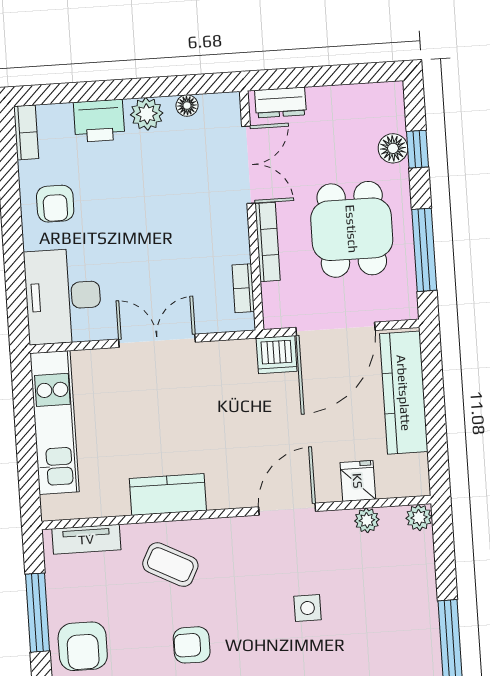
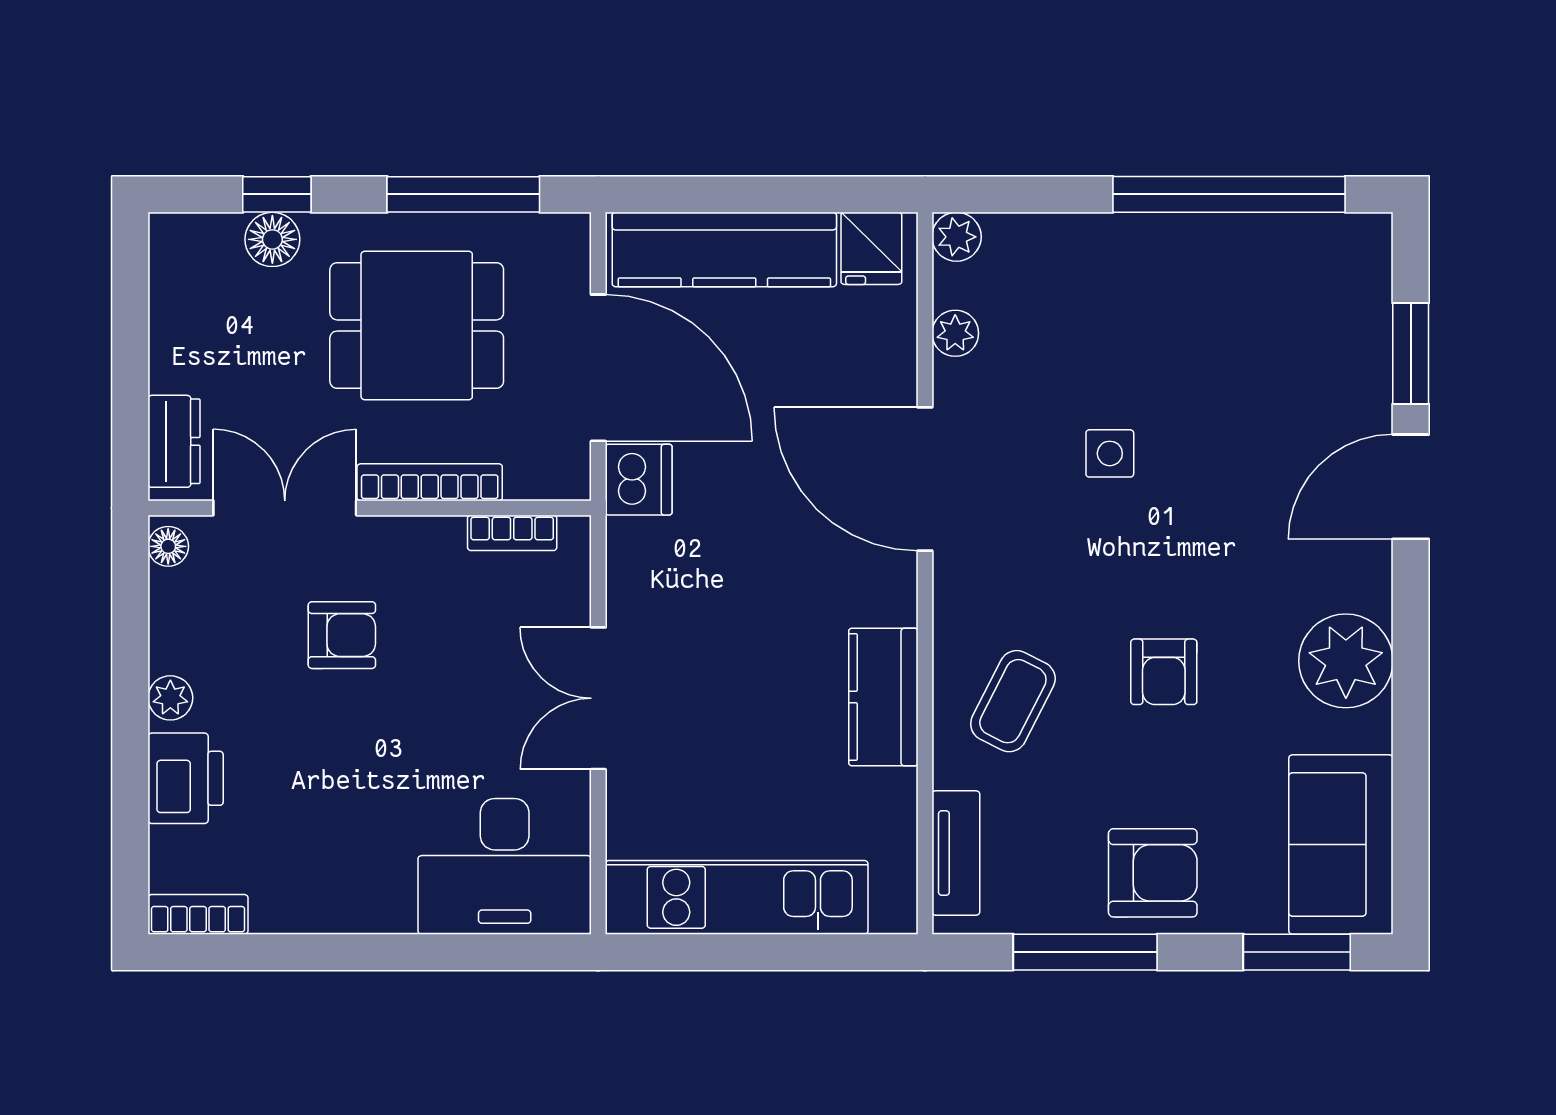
floor lamp: (187, 106) -> (168, 546), moved
plant: (147, 114) -> (170, 698), width x0.73, depth x0.73
armchair: (55, 204) -> (342, 635), moved
fridge: (358, 481) -> (871, 248), moved, turned -90
door: (287, 509) -> (925, 479), width x1.36

